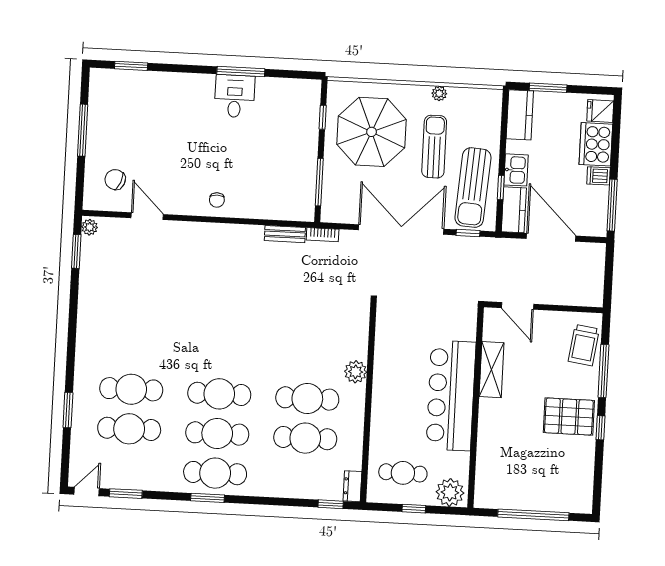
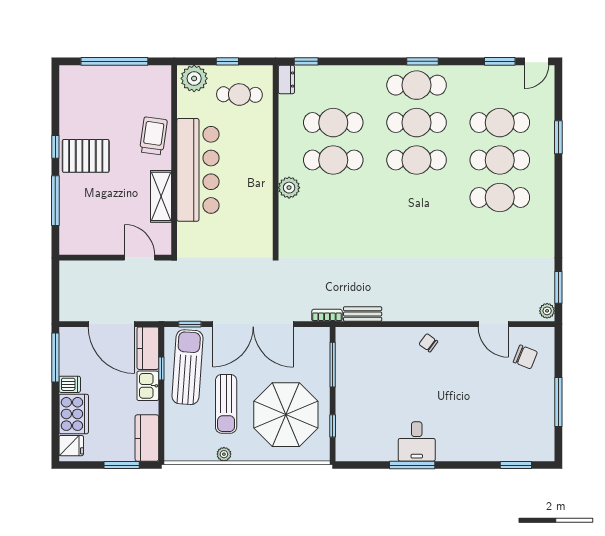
chair: (217, 200) -> (428, 343), turned -54
trolley: (584, 345) -> (153, 136), moved
cafe table: (133, 350) -> (500, 197), added

